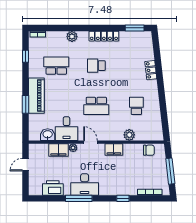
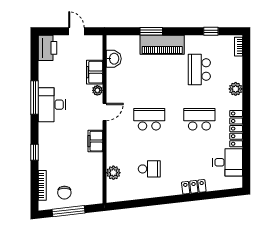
window: (135, 28) -> (246, 167), removed
school desk: (56, 66) -> (199, 69), turned 180
school desk: (96, 66) -> (199, 119), width x1.85
school desk: (96, 106) -> (149, 119), turned 90
desk: (66, 129) -> (227, 162), moved, turned 180
plant: (129, 135) -> (113, 173), moved
chair: (149, 150) -> (64, 193), moved
printer: (53, 188) -> (48, 48), moved

